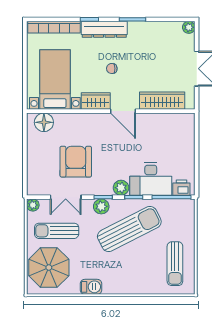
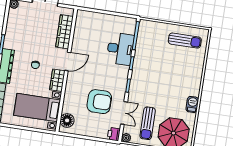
armchair: (76, 162) -> (99, 102), turned 180
plant: (121, 188) -> (123, 71), removed
printer: (181, 188) -> (114, 134), moved
plant: (101, 206) -> (135, 88), removed
sun lounger: (129, 229) -> (154, 70), removed

